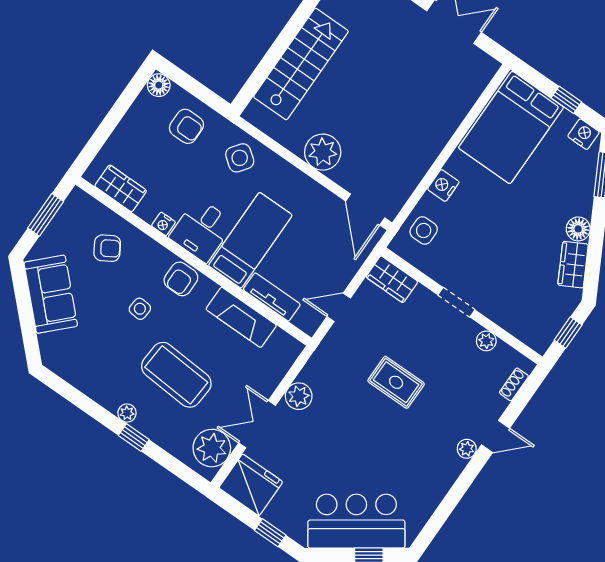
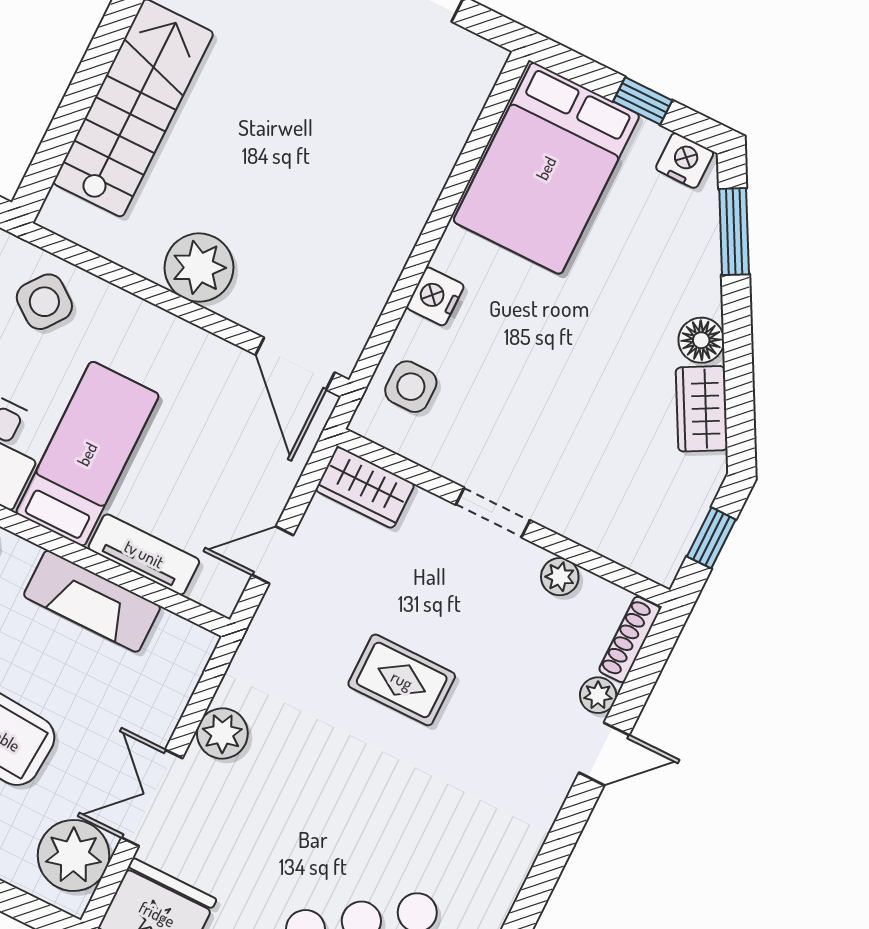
shoe rack: (514, 384) -> (630, 639), width x1.43
plant: (467, 449) -> (598, 695), moved

